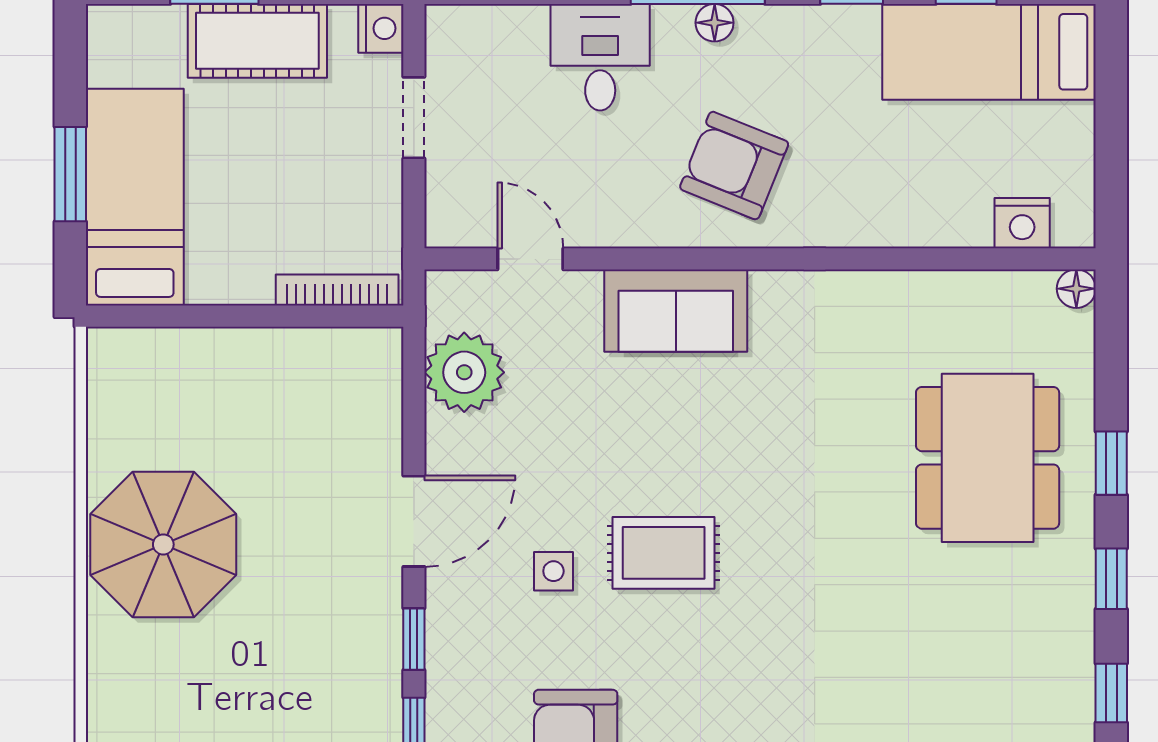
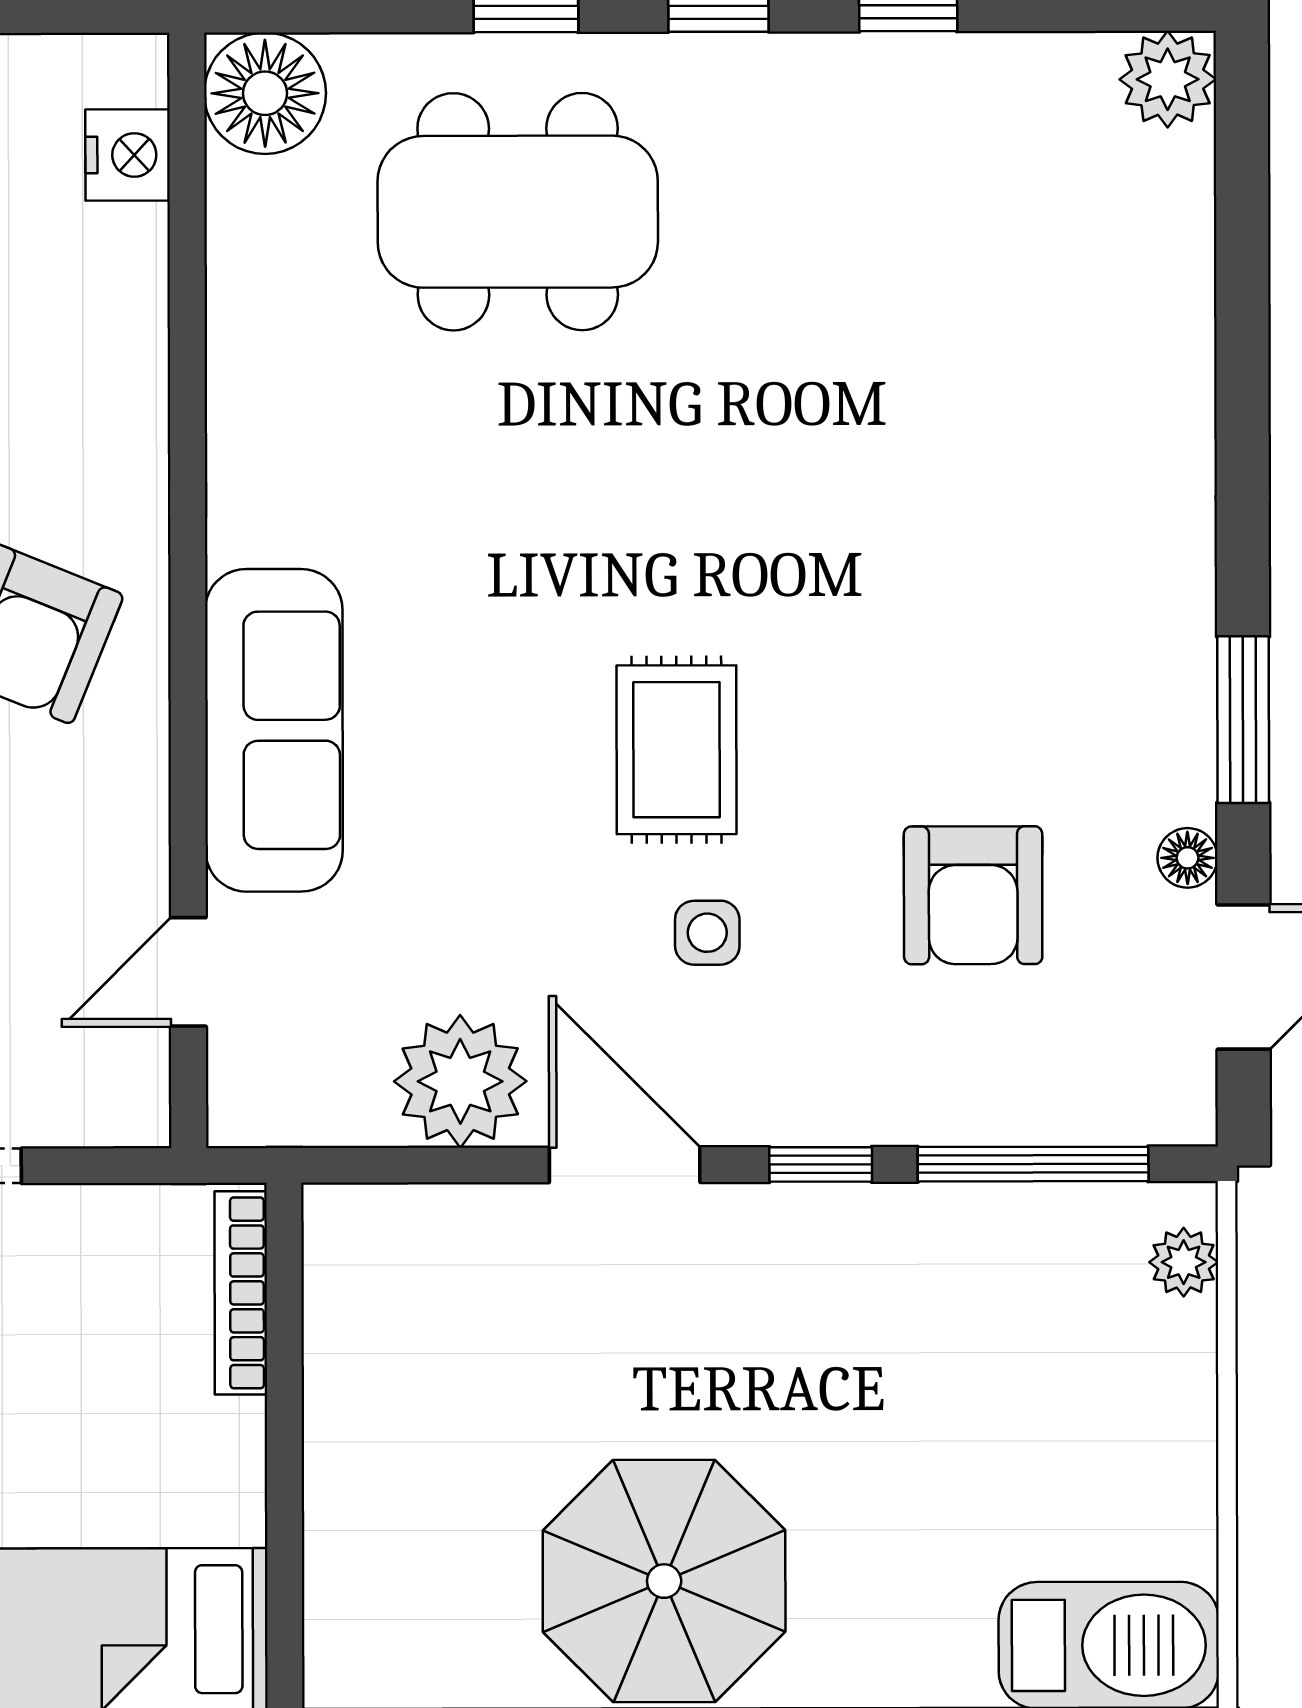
floor lamp: (1076, 289) -> (265, 93), width x1.89, depth x1.89
sofa: (676, 311) -> (274, 730), width x1.36
plant: (464, 372) -> (460, 1081), moved

